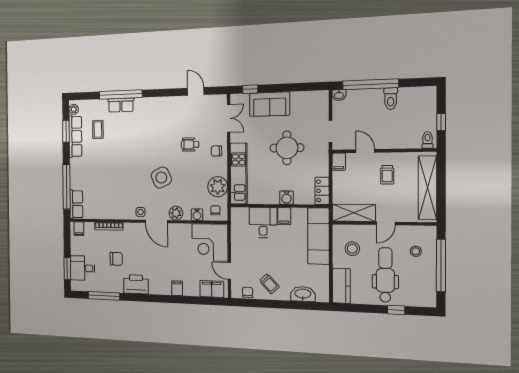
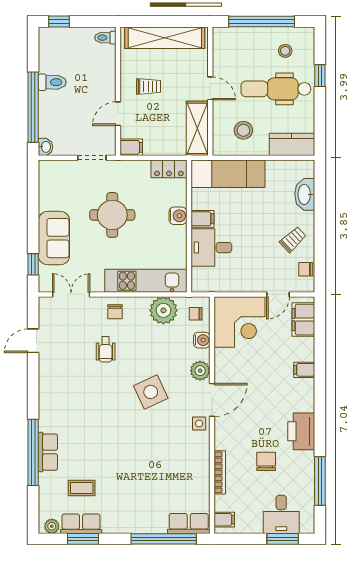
window: (441, 122) -> (59, 22), moved
row of seats: (75, 136) -> (81, 524), width x0.68
stool: (416, 251) -> (285, 51), moved

